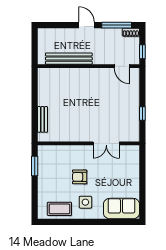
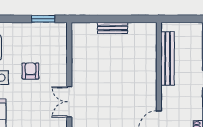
bench: (42, 119) -> (113, 28), moved

